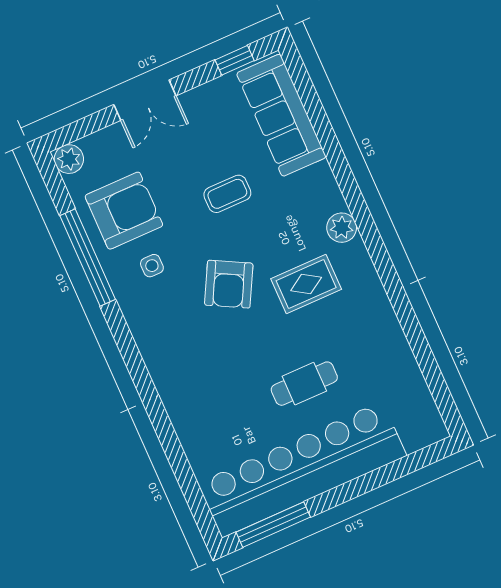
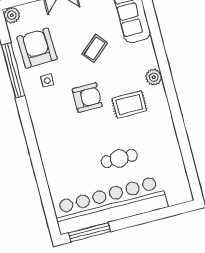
coffee table: (227, 194) -> (95, 48), turned -41
armchair: (124, 211) -> (37, 48), turned -92
armchair: (229, 284) -> (87, 98), turned -118

